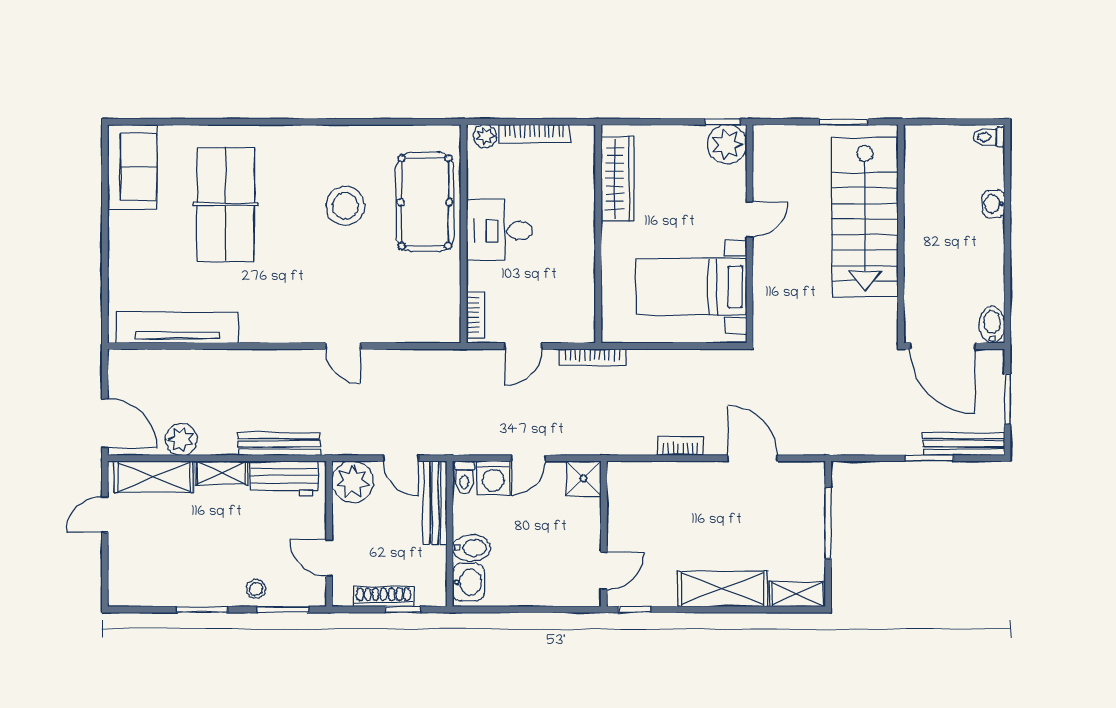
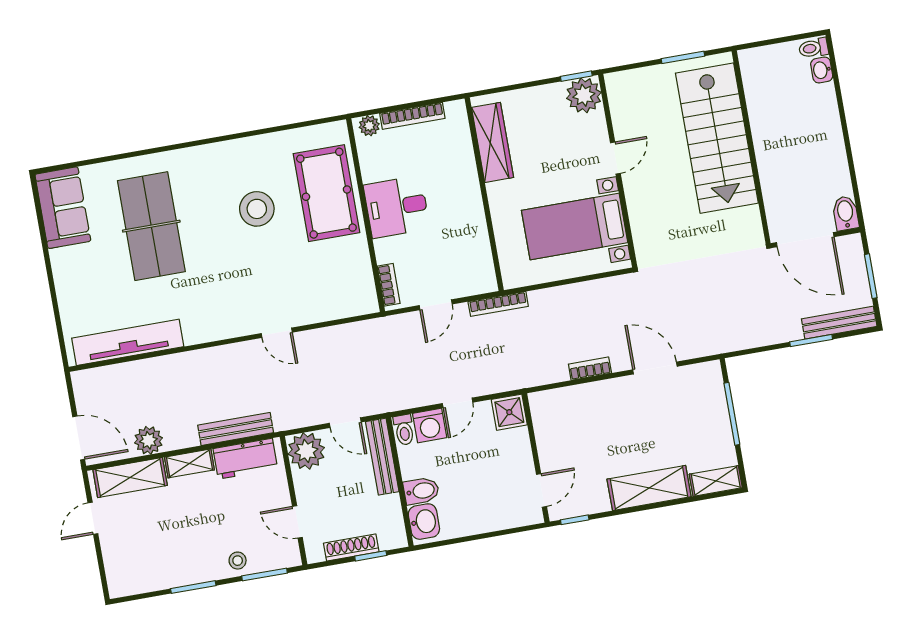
washbasin: (994, 204) -> (822, 70), moved

